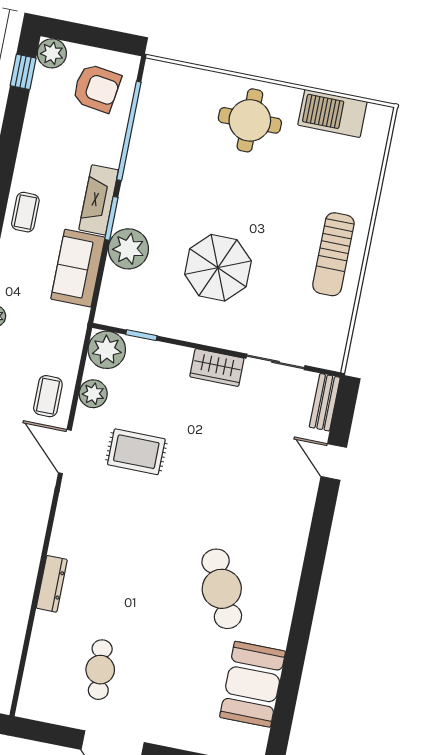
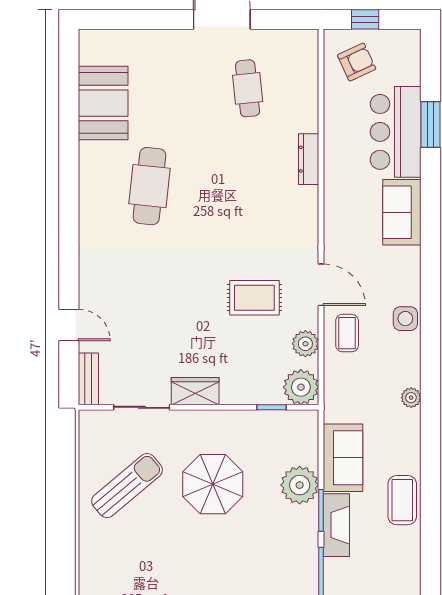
coffee table: (25, 212) -> (402, 500), width x1.36, depth x1.30
sun lounger: (333, 254) -> (127, 486), moved, turned 50
cafe table: (222, 589) -> (149, 186), turned 30

